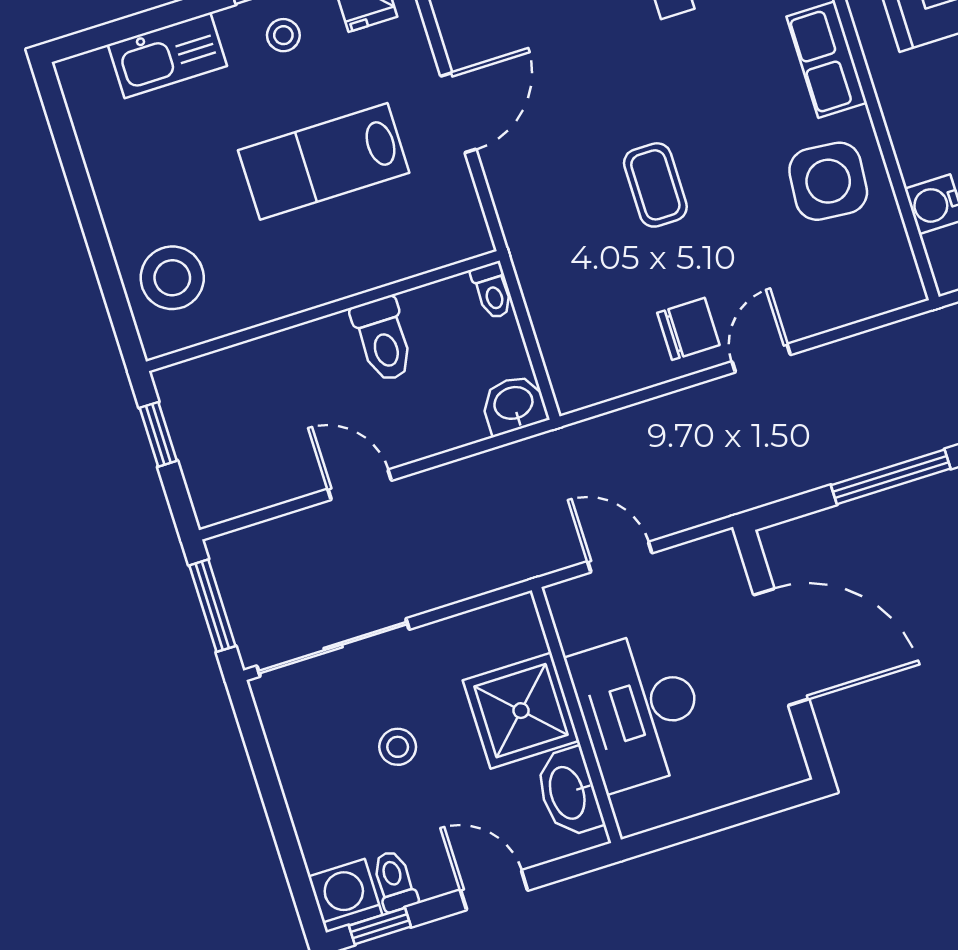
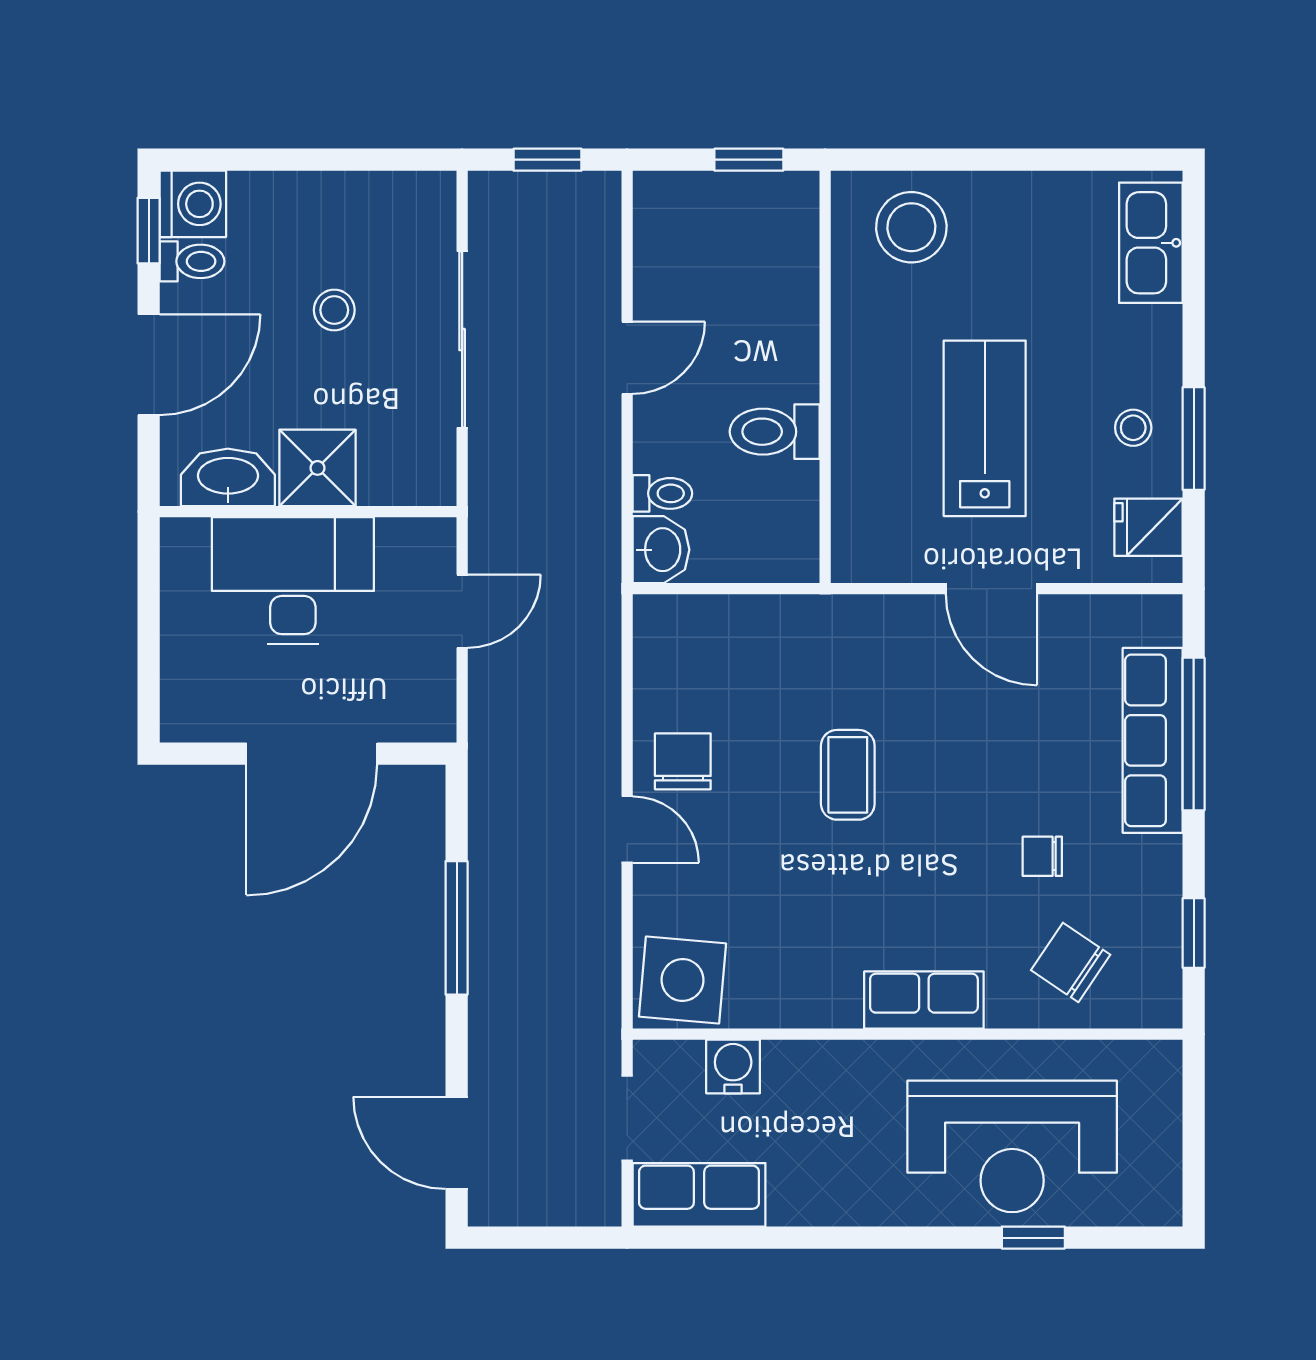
kitchen sink: (167, 55) -> (1151, 243), moved
side table: (828, 181) -> (683, 980), moved
coffee table: (655, 185) -> (848, 775), turned 90
toilet: (492, 291) -> (662, 493), moved, turned 180
chair: (688, 329) -> (683, 761), turned 180
window: (212, 606) -> (547, 160), width x0.67
sliding door: (333, 648) -> (462, 340), moved
shower: (521, 711) -> (318, 468), width x0.73, depth x0.73
door: (494, 890) -> (149, 365), width x1.38

